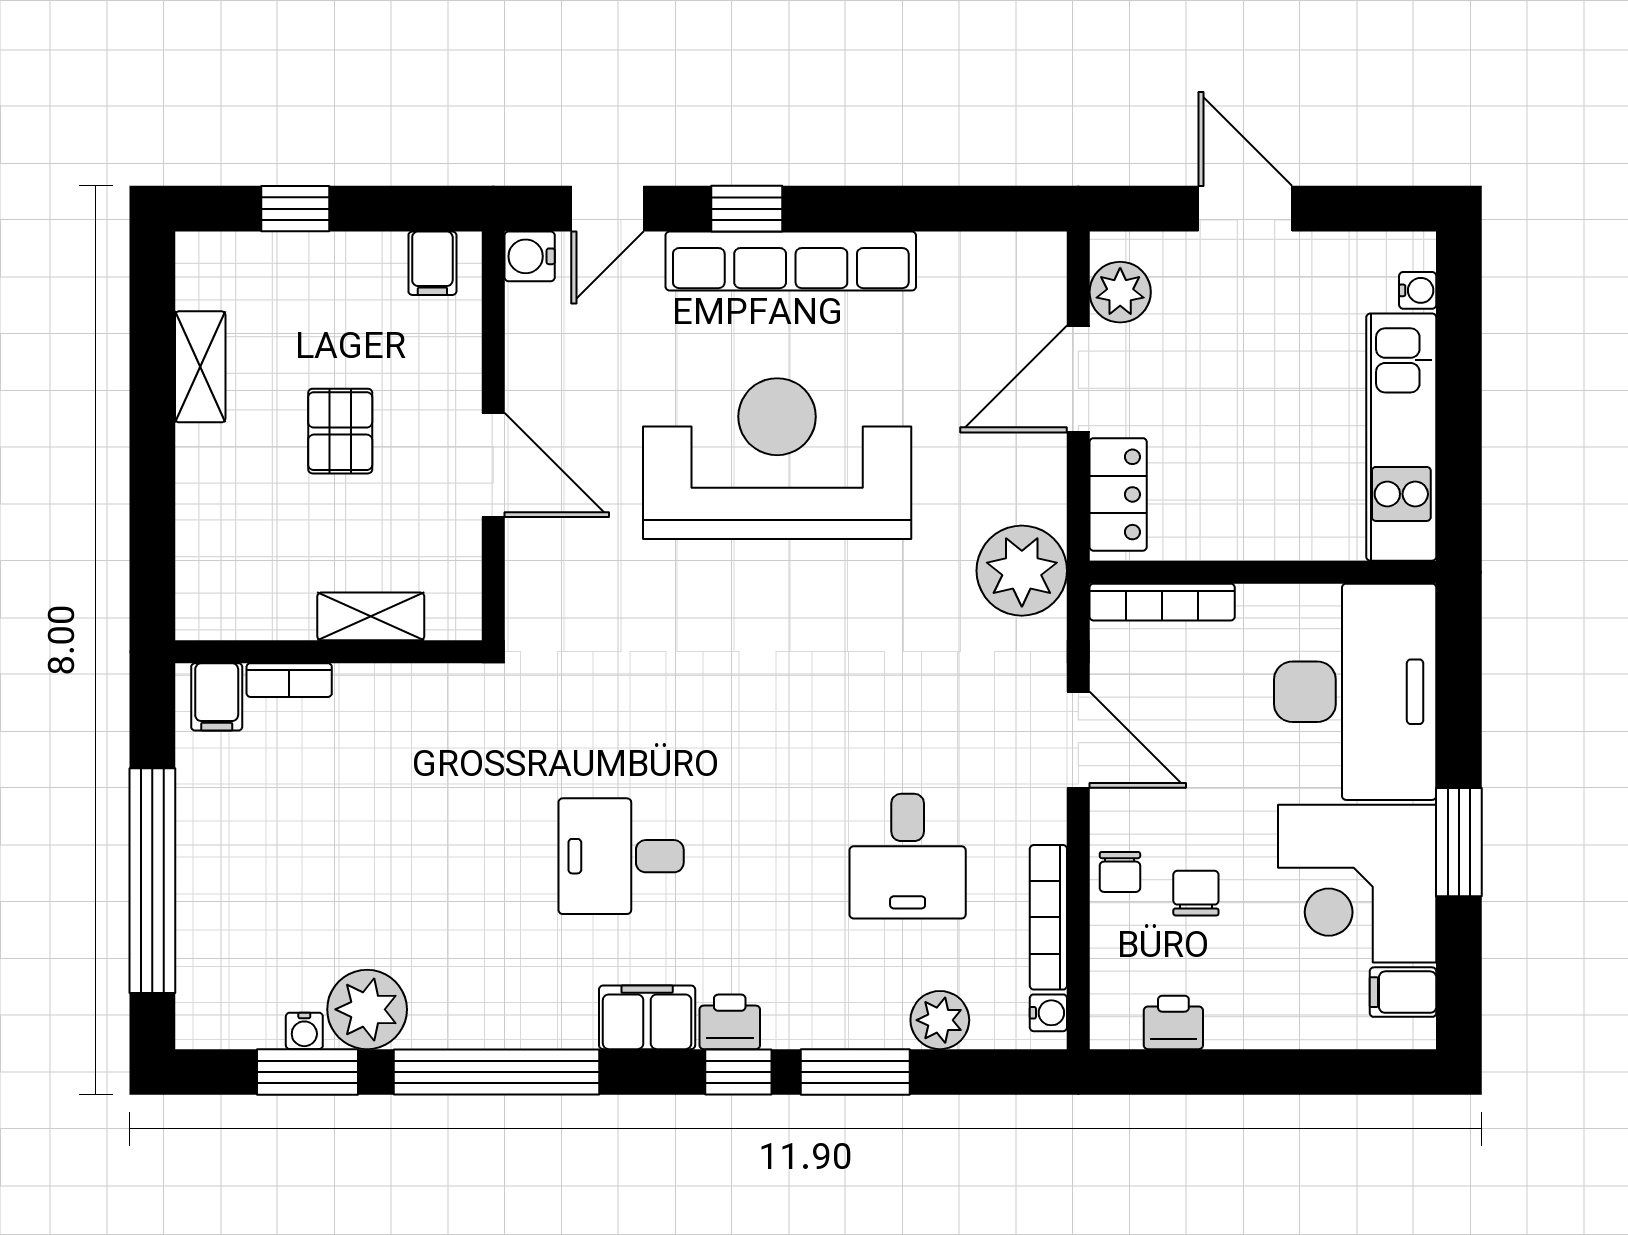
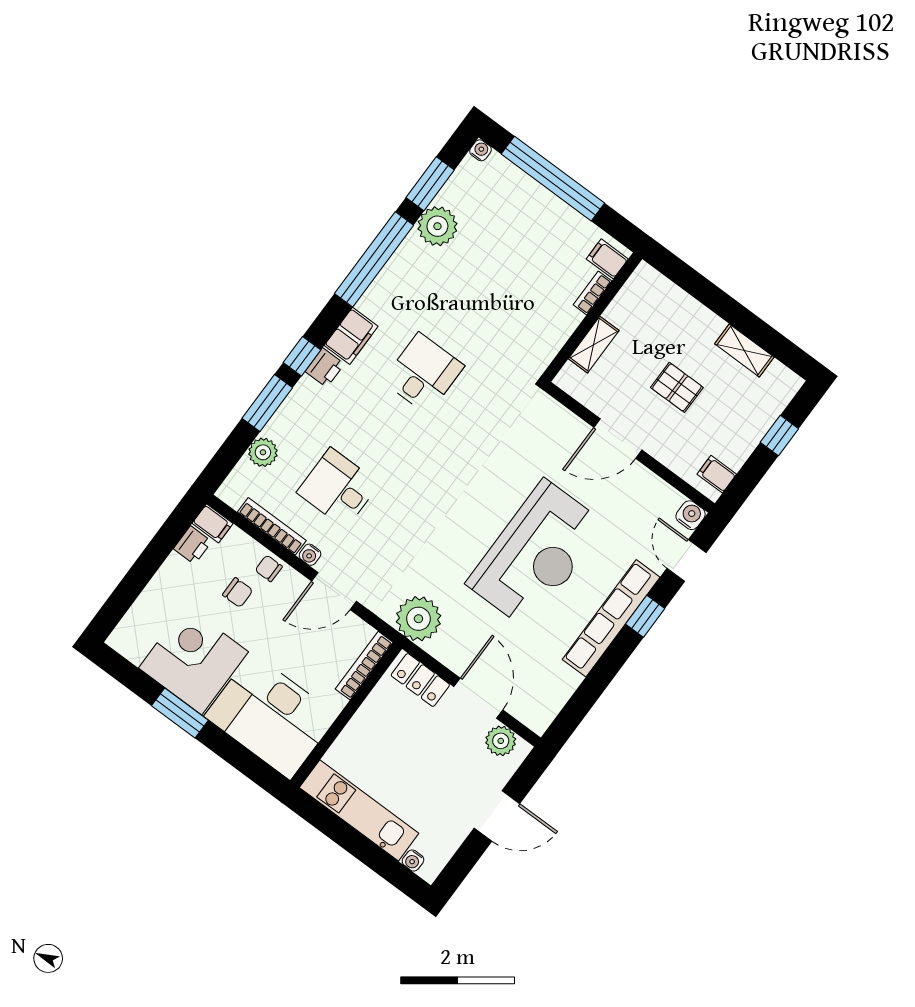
filing cabinet: (1403, 992) -> (213, 523), moved, turned 90
water cooler: (1048, 1013) -> (310, 555), moved
water cooler: (304, 1031) -> (480, 150), moved, turned 90

